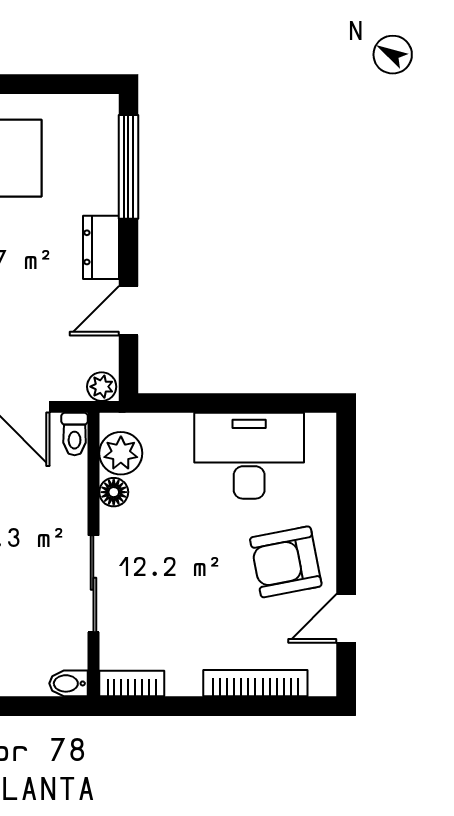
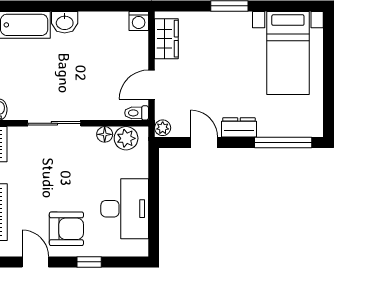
window: (346, 521) -> (89, 262), added
armchair: (286, 562) -> (66, 229), turned 101

